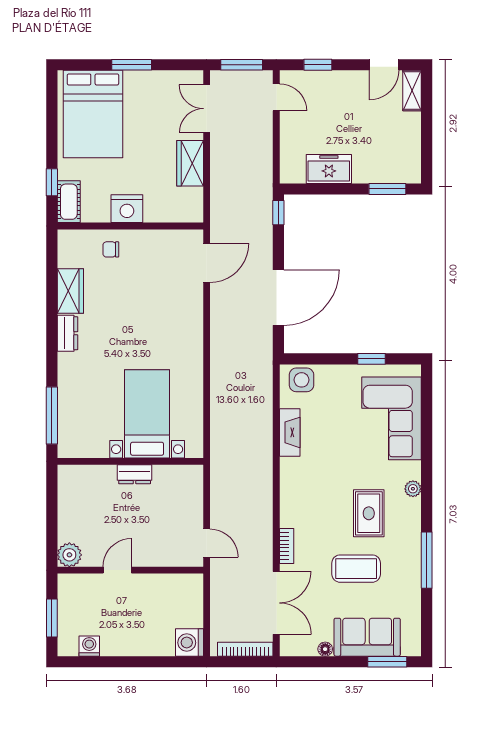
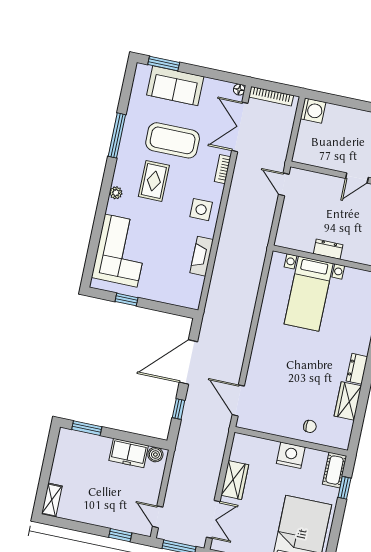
door: (384, 65) -> (69, 524), removed
boiler: (295, 174) -> (155, 455), added
window: (278, 213) -> (179, 409), moved
door: (207, 263) -> (238, 400), hinge flipped
side table: (302, 380) -> (201, 210), moved
coffee table: (356, 569) -> (173, 140), width x1.36, depth x1.32
floor lamp: (325, 649) -> (239, 90), moved

